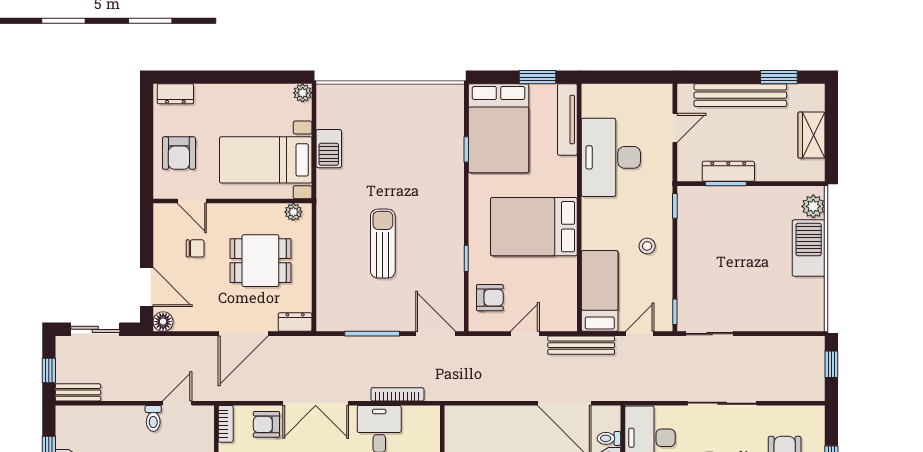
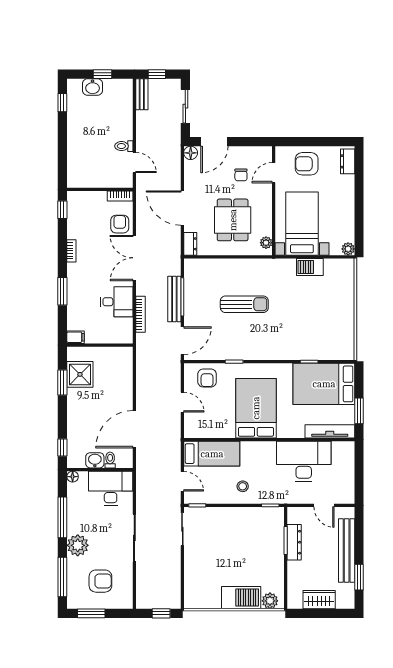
bench: (581, 345) -> (174, 299), moved

